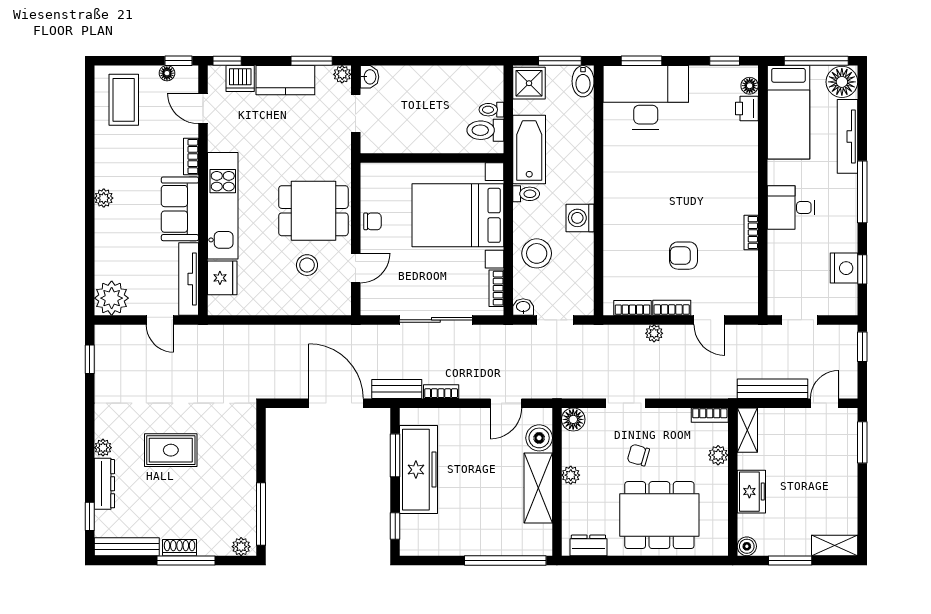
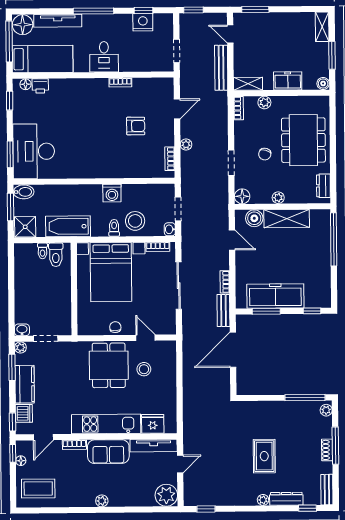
toilet: (526, 194) -> (114, 228), moved
armchair: (684, 256) -> (136, 126), turned -90
bookcase: (672, 308) -> (169, 133), removed
bench: (127, 547) -> (327, 490), width x0.73

